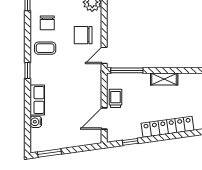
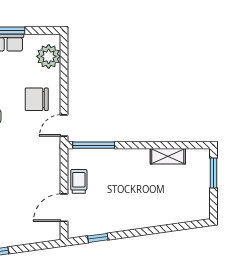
shelving: (164, 79) -> (168, 156), moved
locker: (168, 127) -> (146, 218), removed

